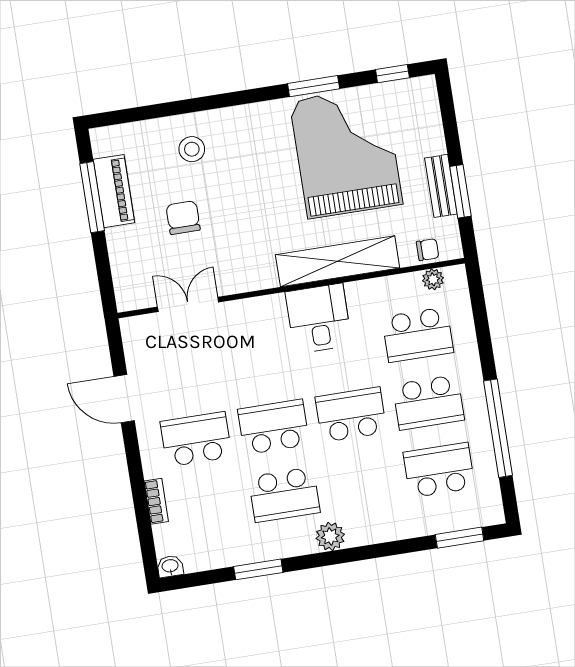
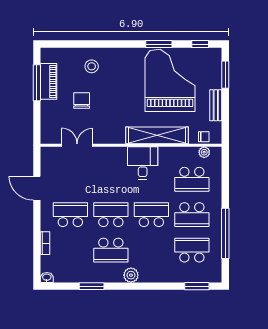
window: (460, 191) -> (225, 75), moved

